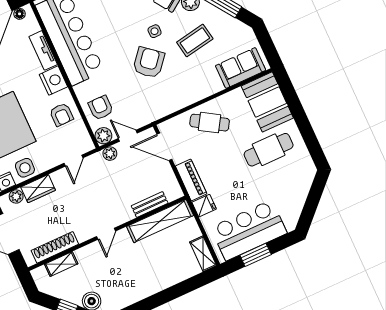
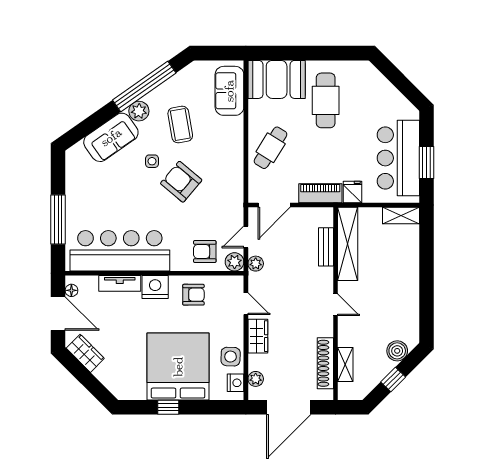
wardrobe: (38, 189) -> (258, 336), moved

